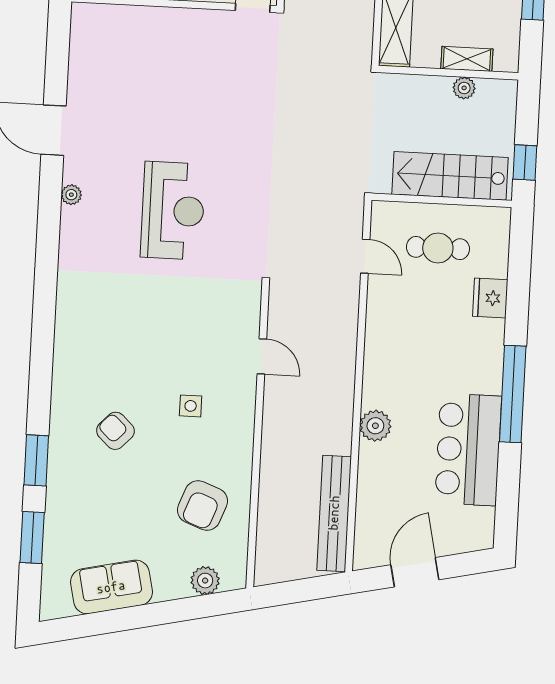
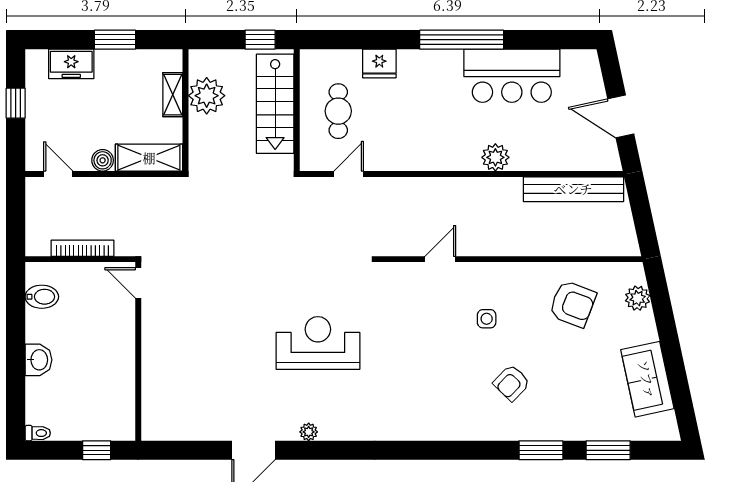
plant: (464, 88) -> (207, 96), width x1.88, depth x1.88

